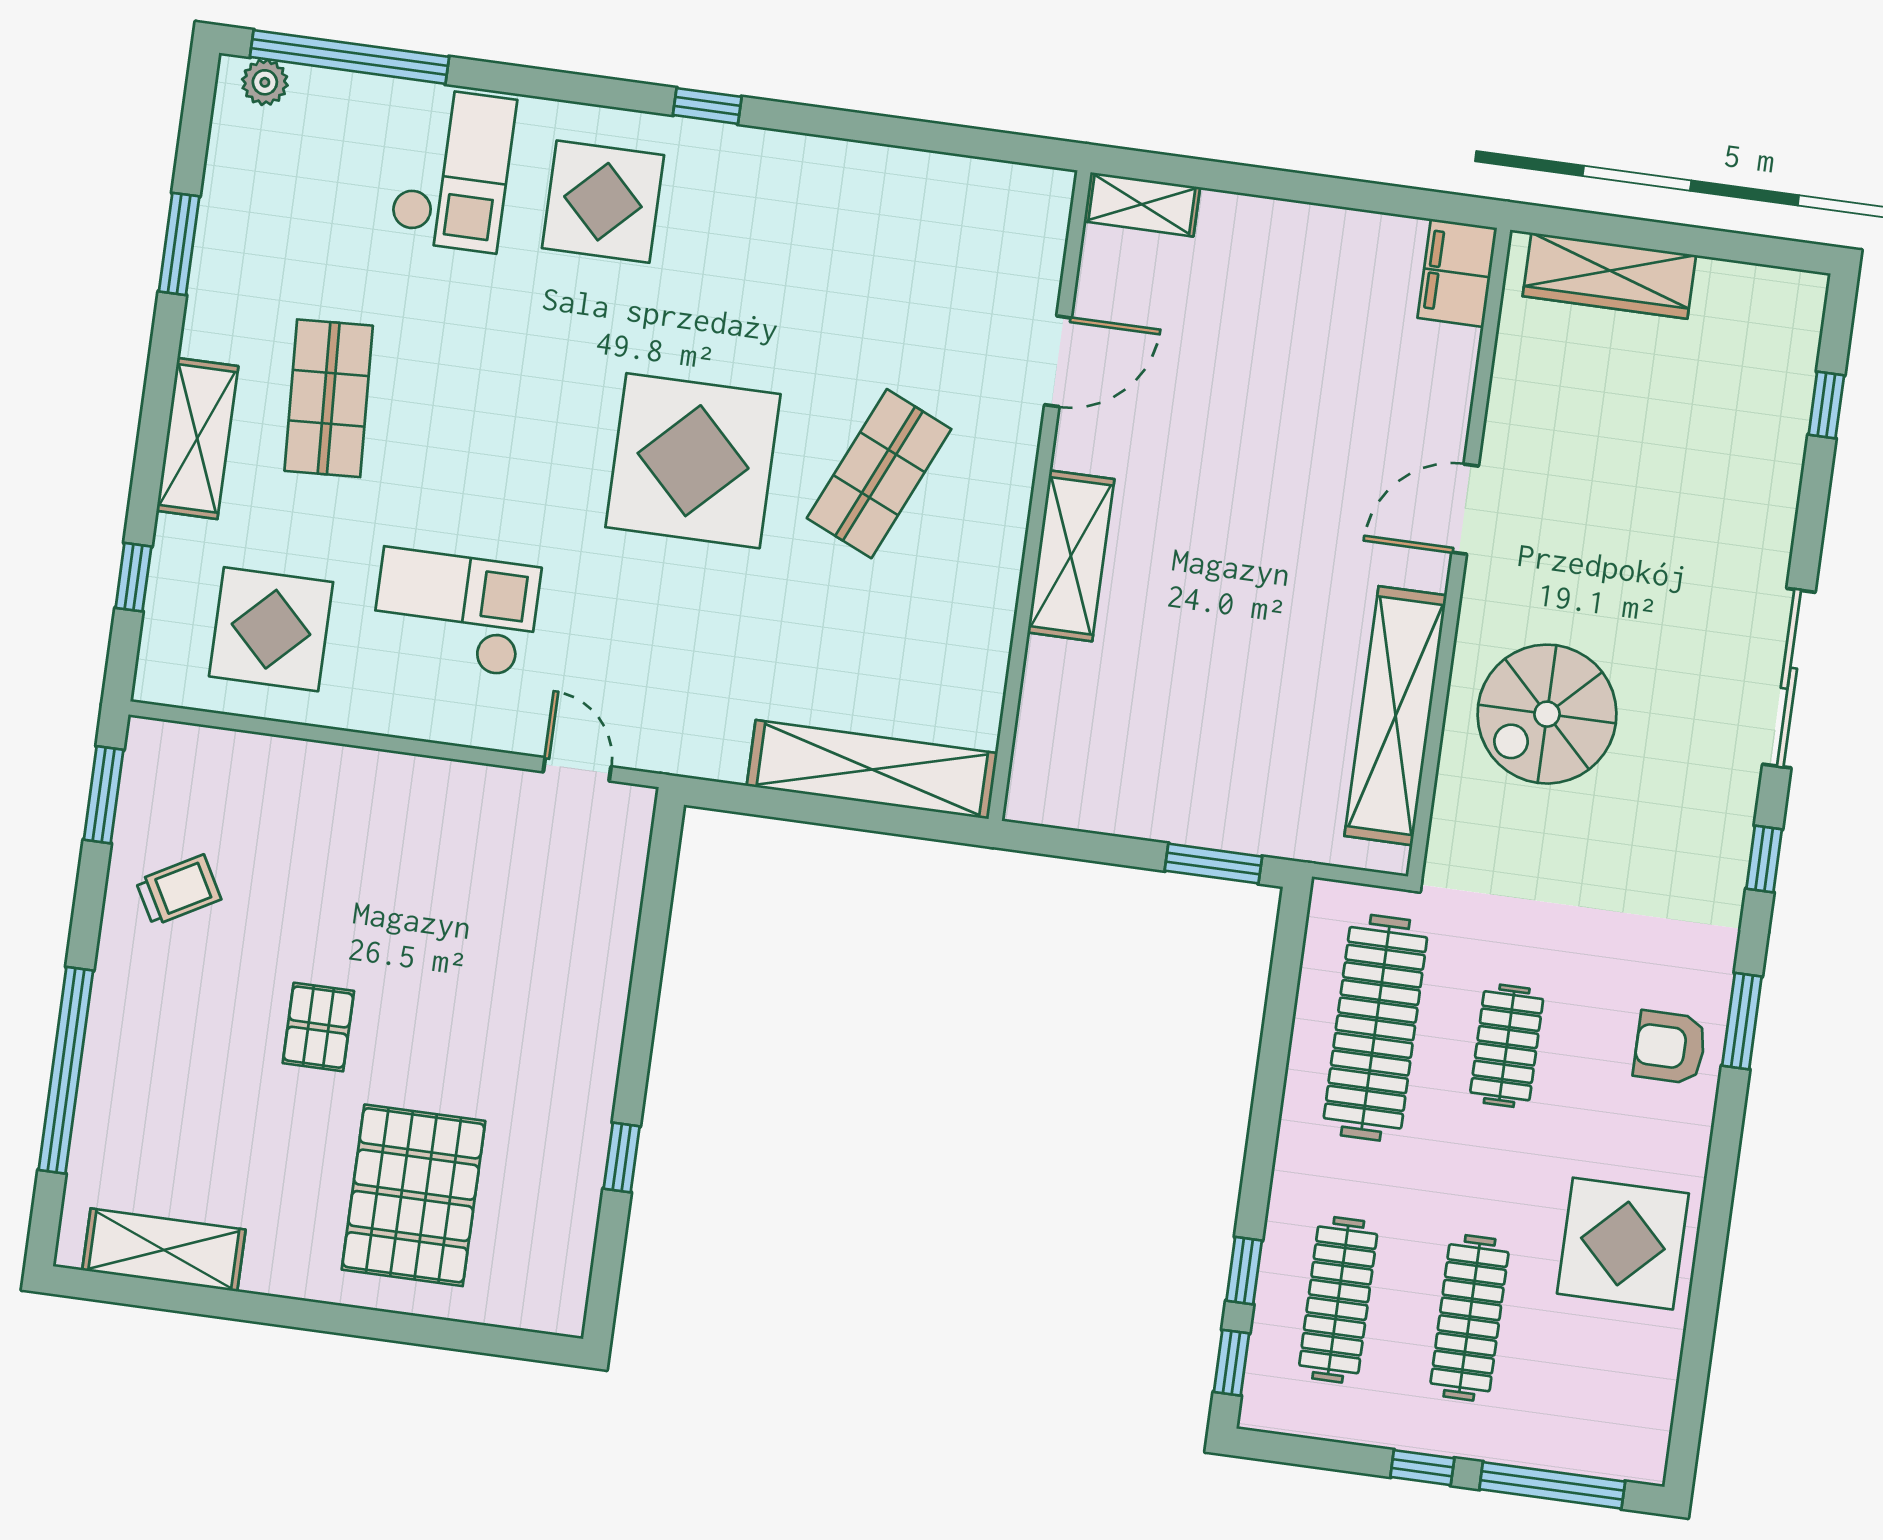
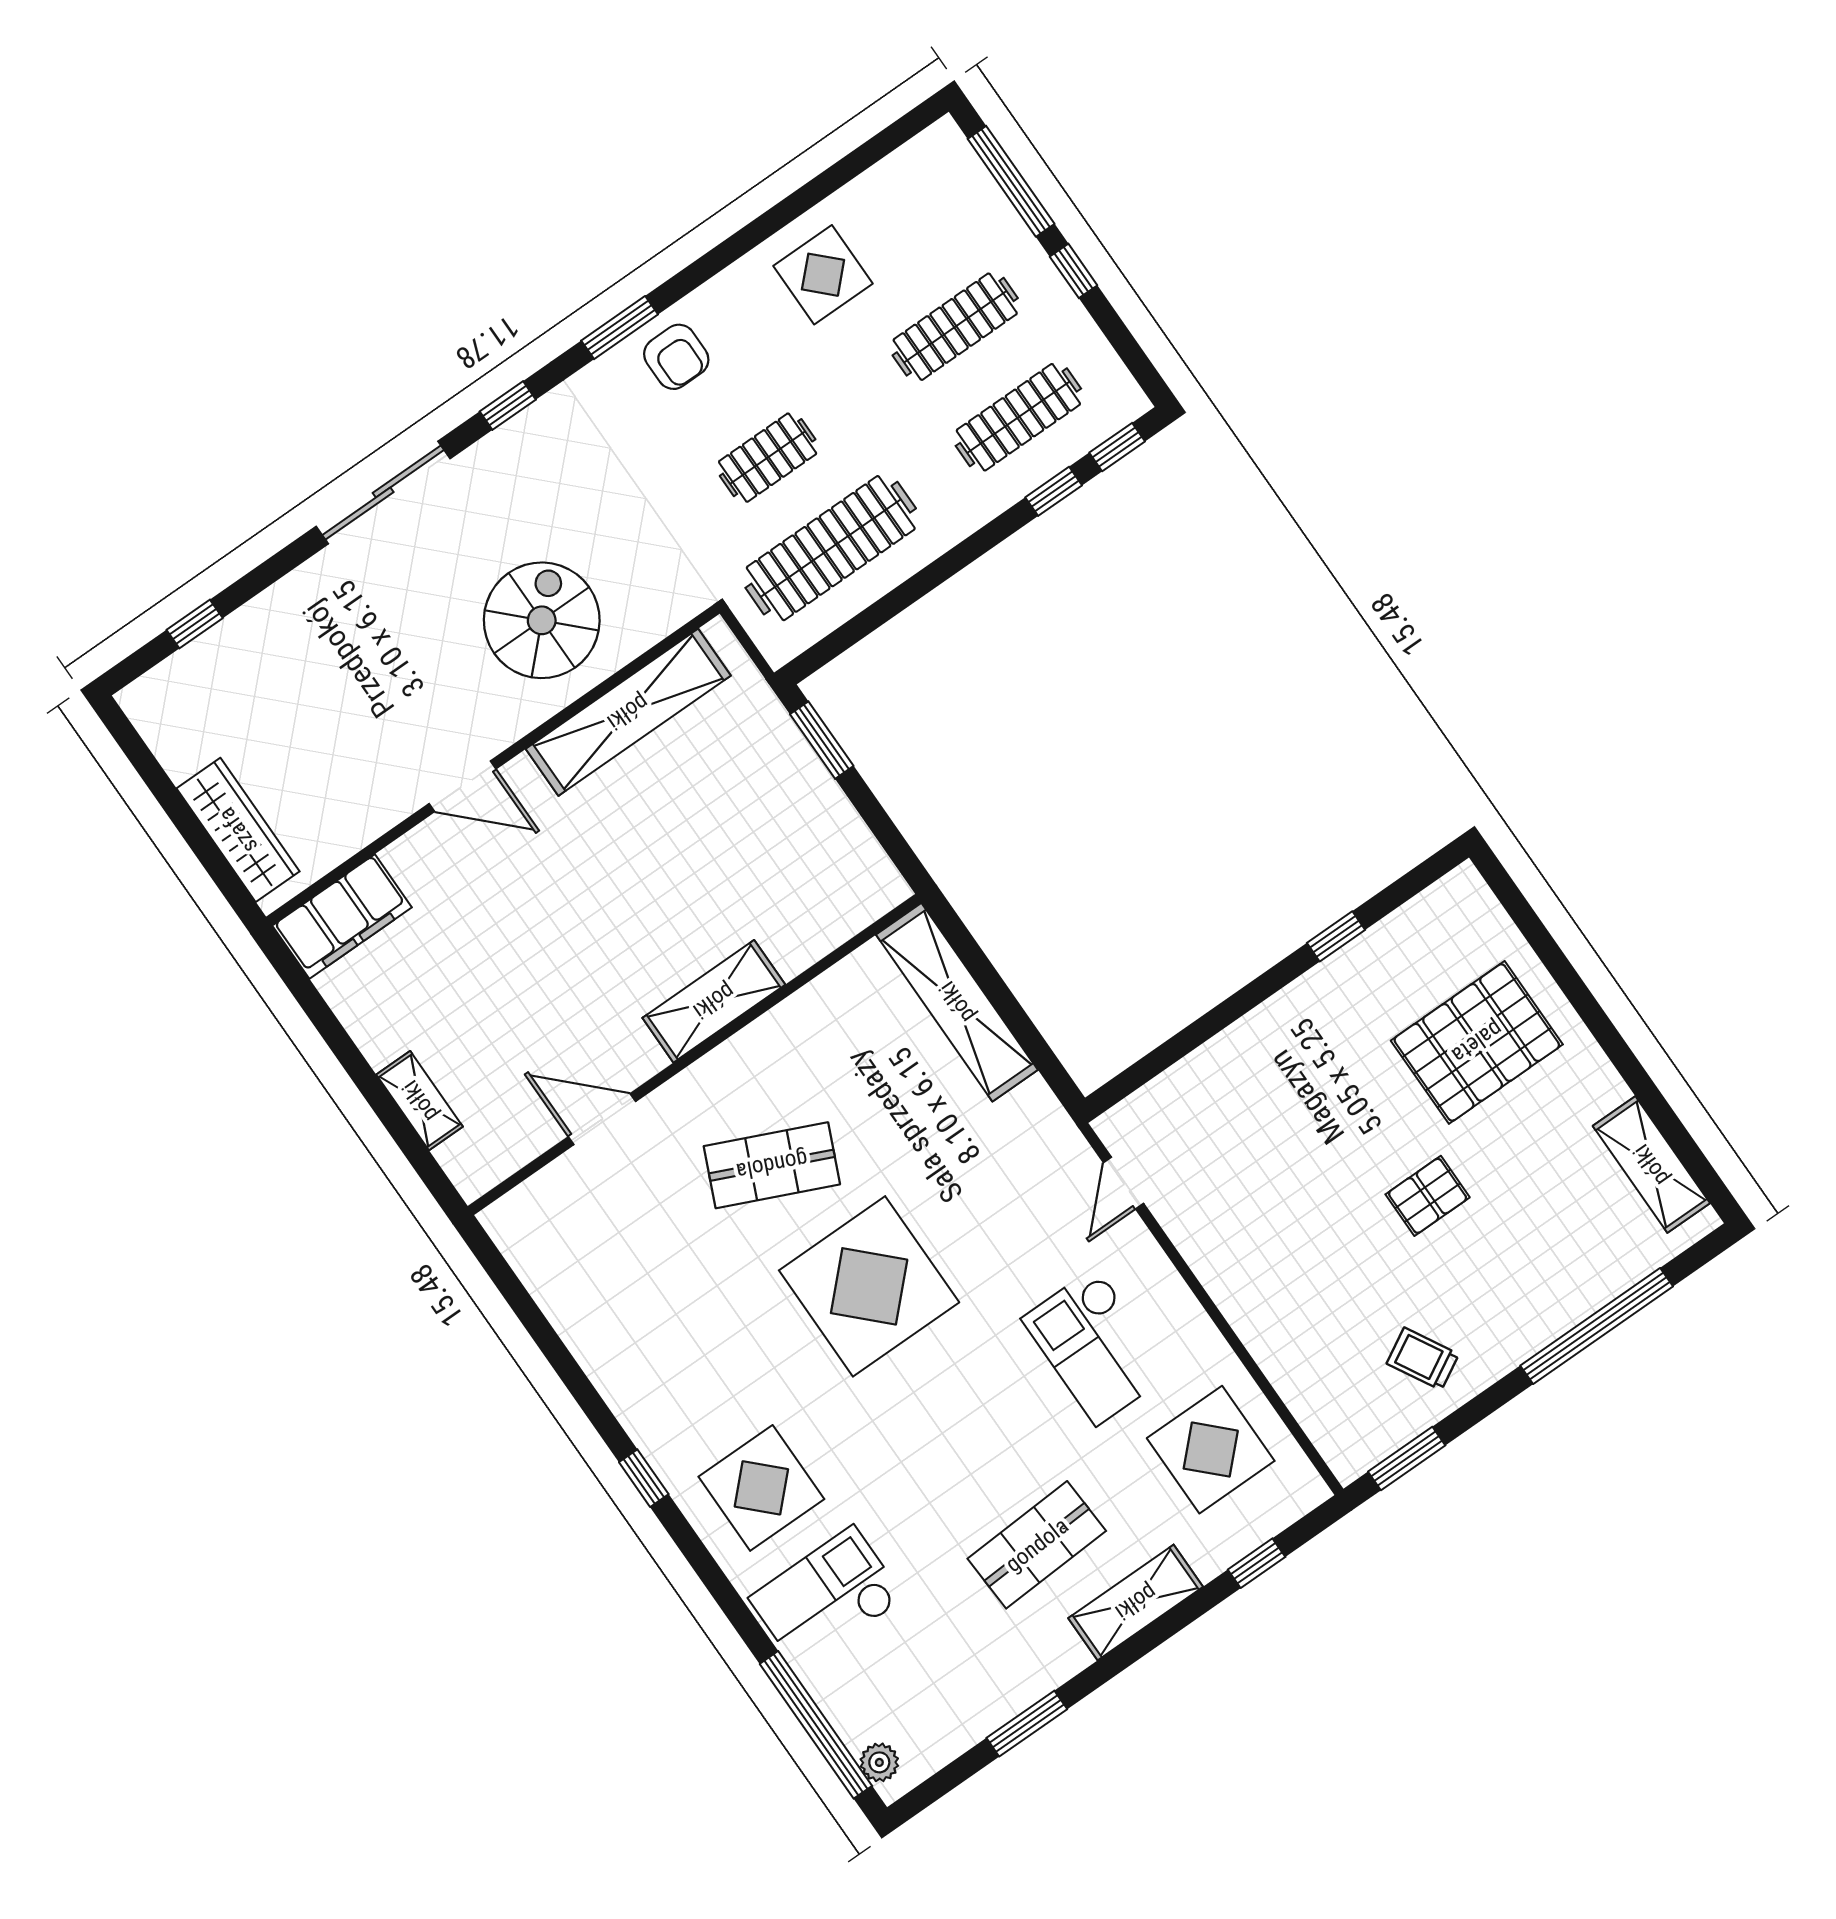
shelving: (1142, 204) -> (420, 1101), moved
filing cabinet: (1457, 273) -> (342, 916), width x1.50, depth x1.17
spiral stairs: (1547, 714) -> (542, 620), turned -90
display table: (1623, 1244) -> (823, 275), width x0.73, depth x0.73

